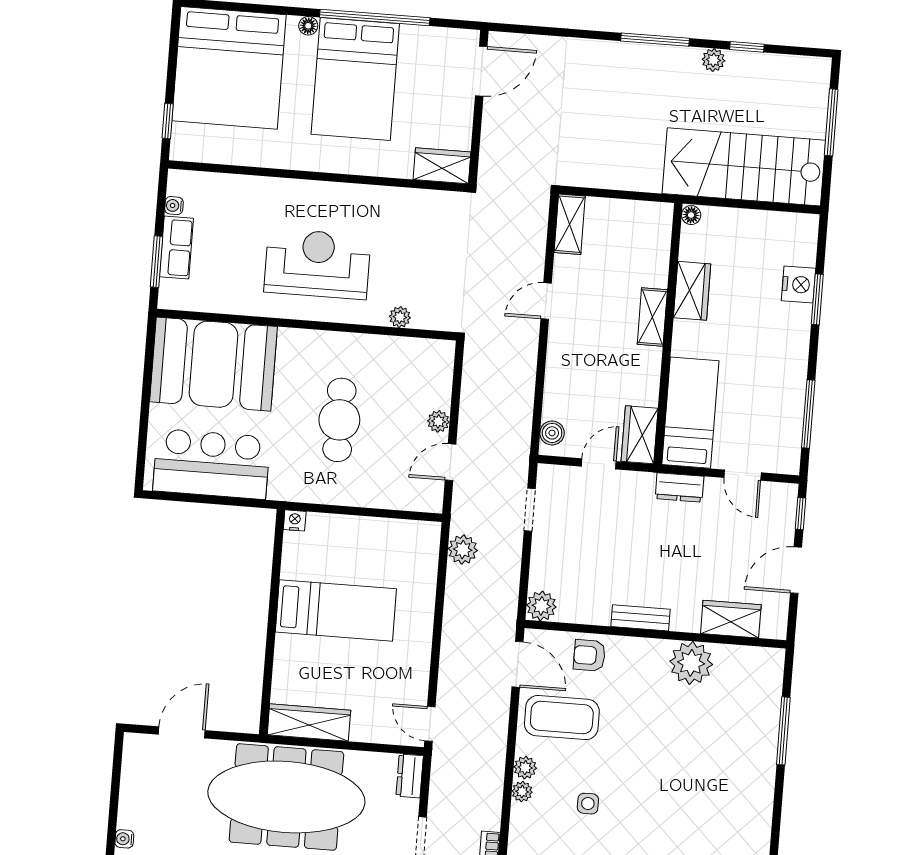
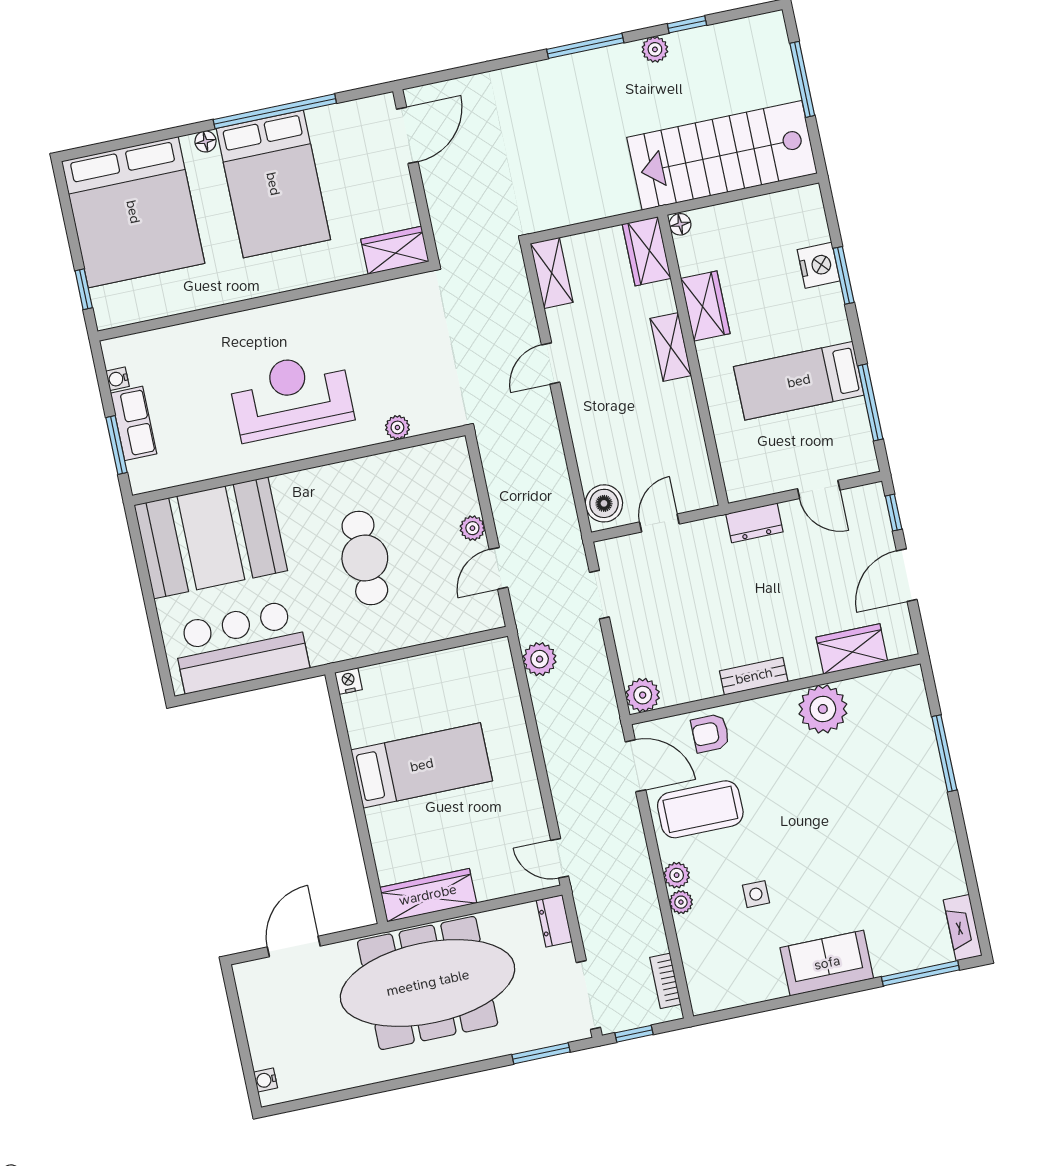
bed: (690, 413) -> (799, 381), moved, turned -90
boiler: (552, 433) -> (604, 503), width x1.36, depth x1.36
wardrobe: (640, 435) -> (647, 251), moved

